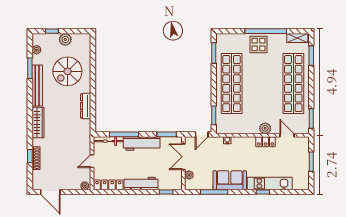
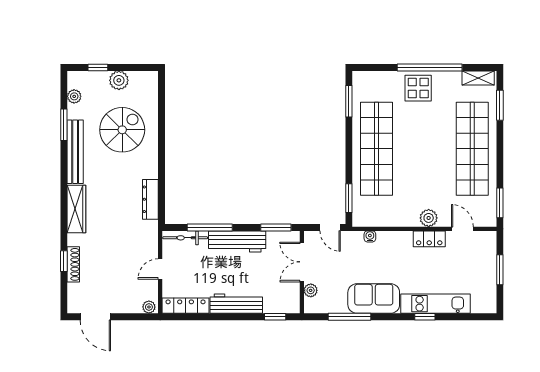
spiral stairs: (67, 71) -> (122, 130), turned 180
dresser: (86, 106) -> (150, 199), moved
door: (202, 134) -> (330, 227), hinge flipped

